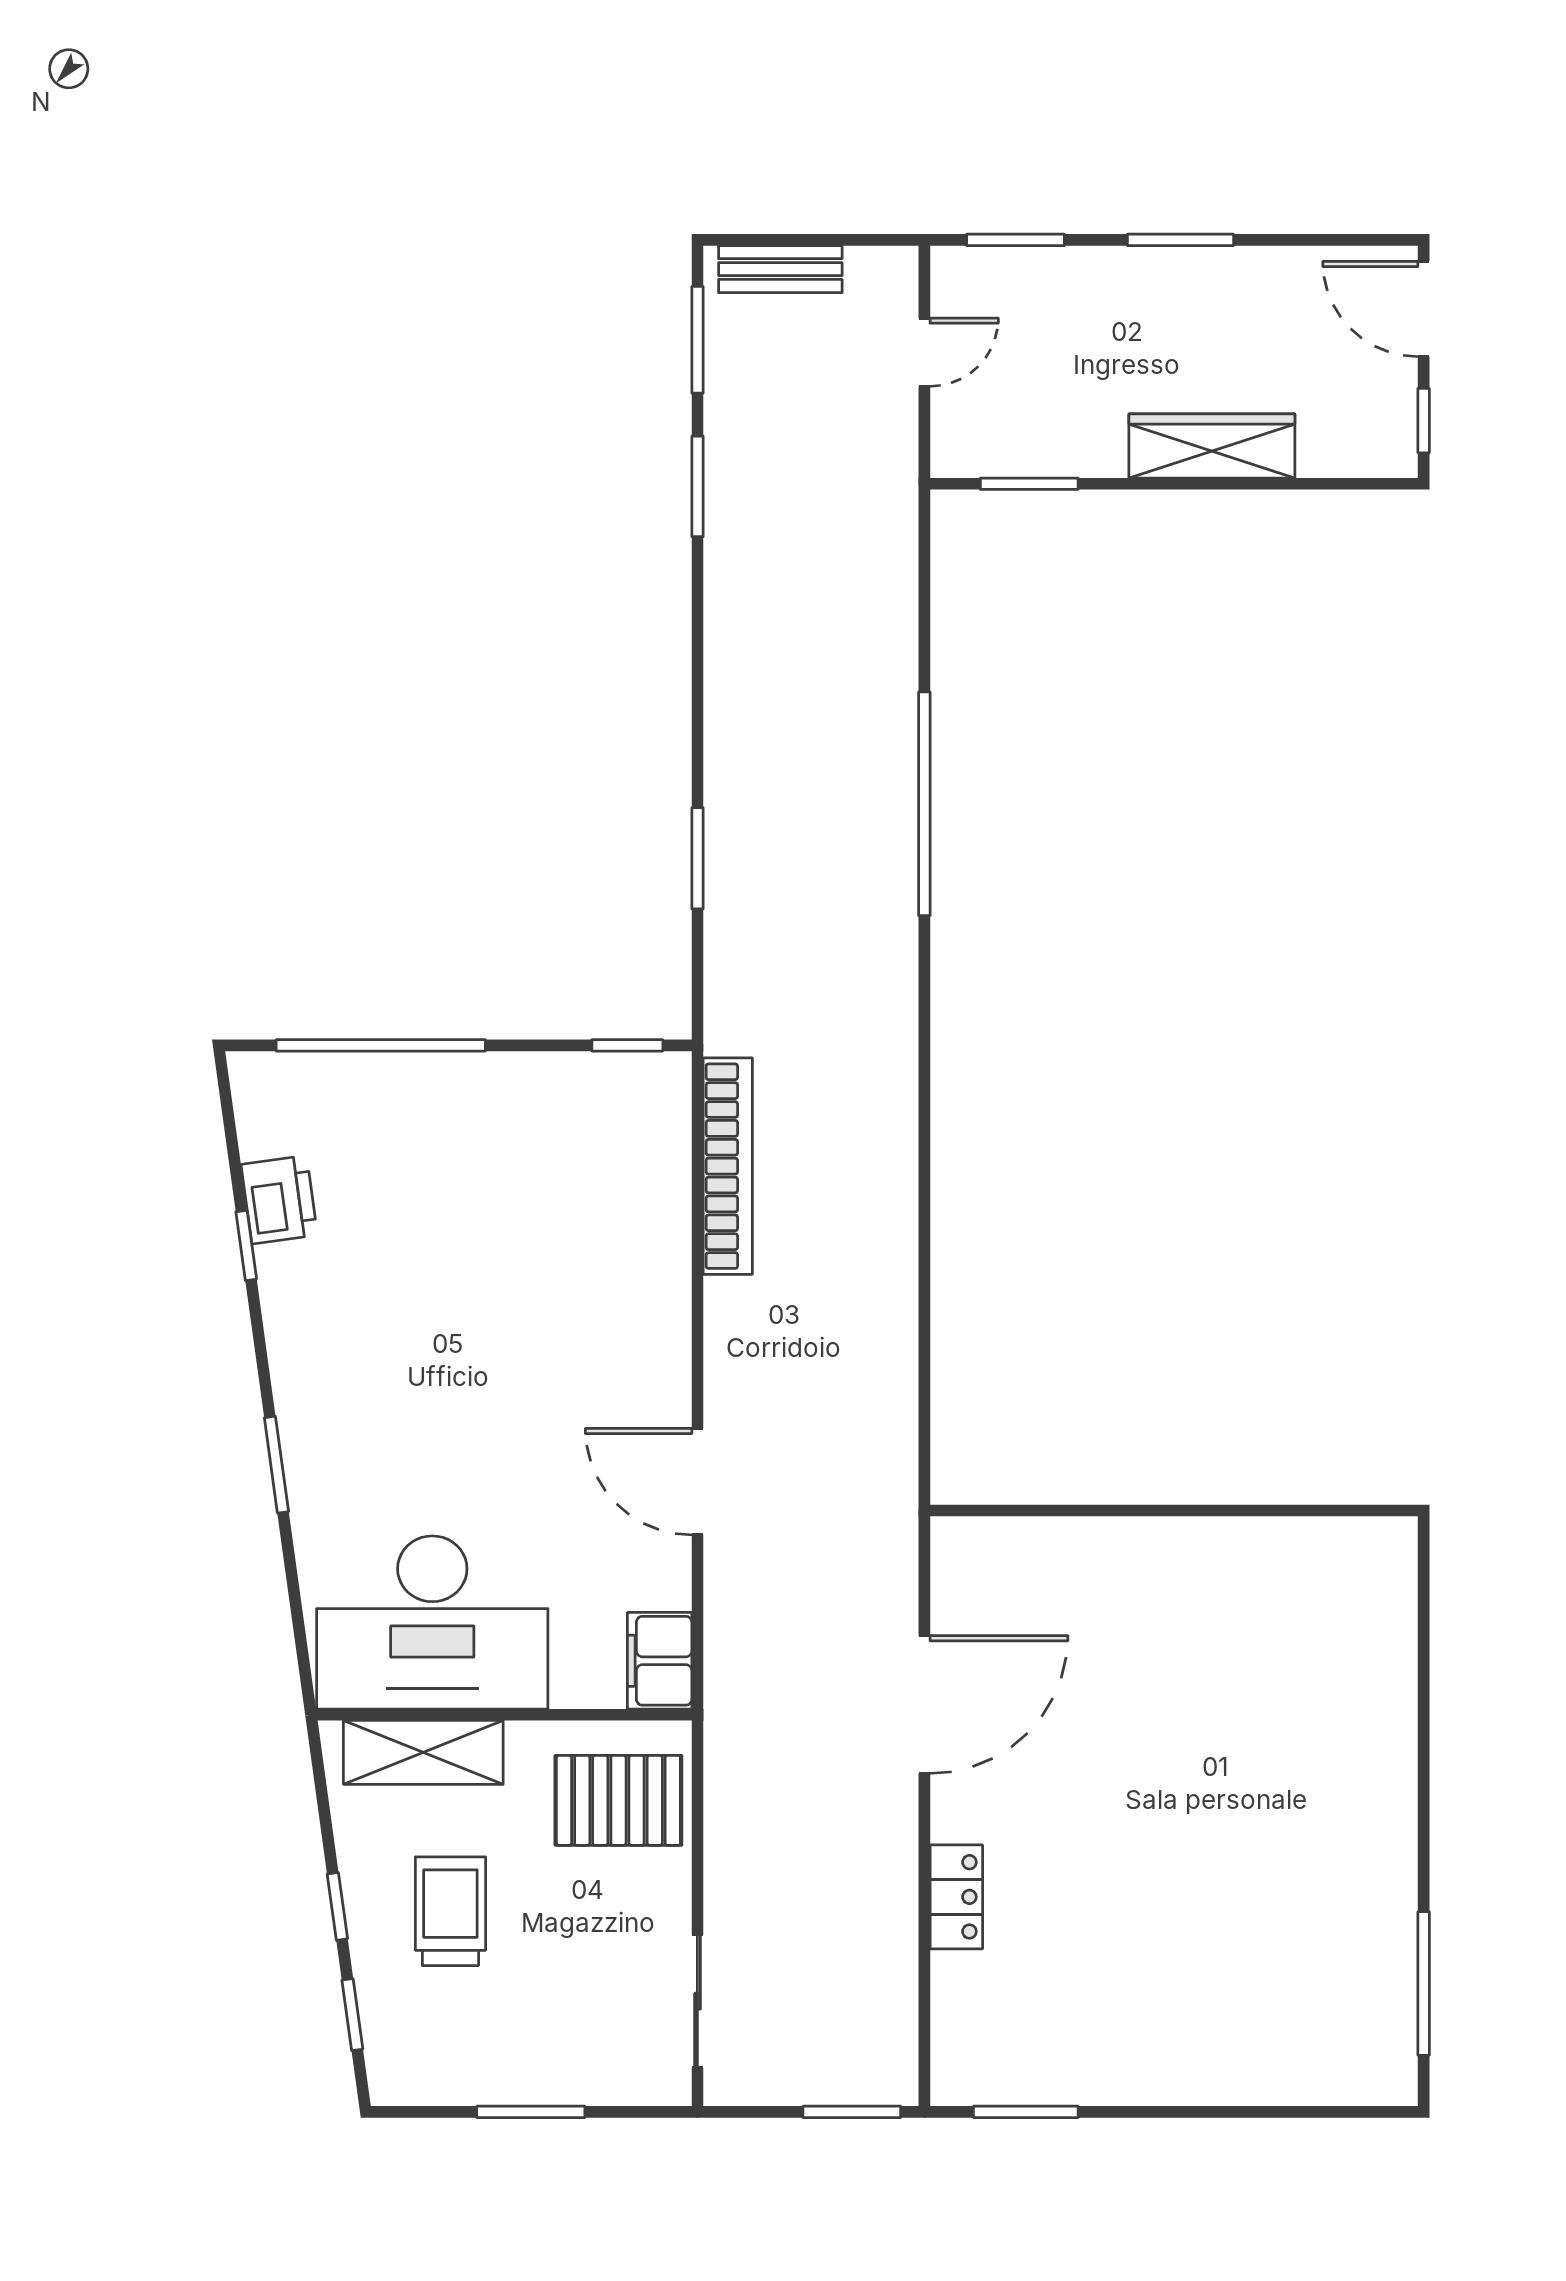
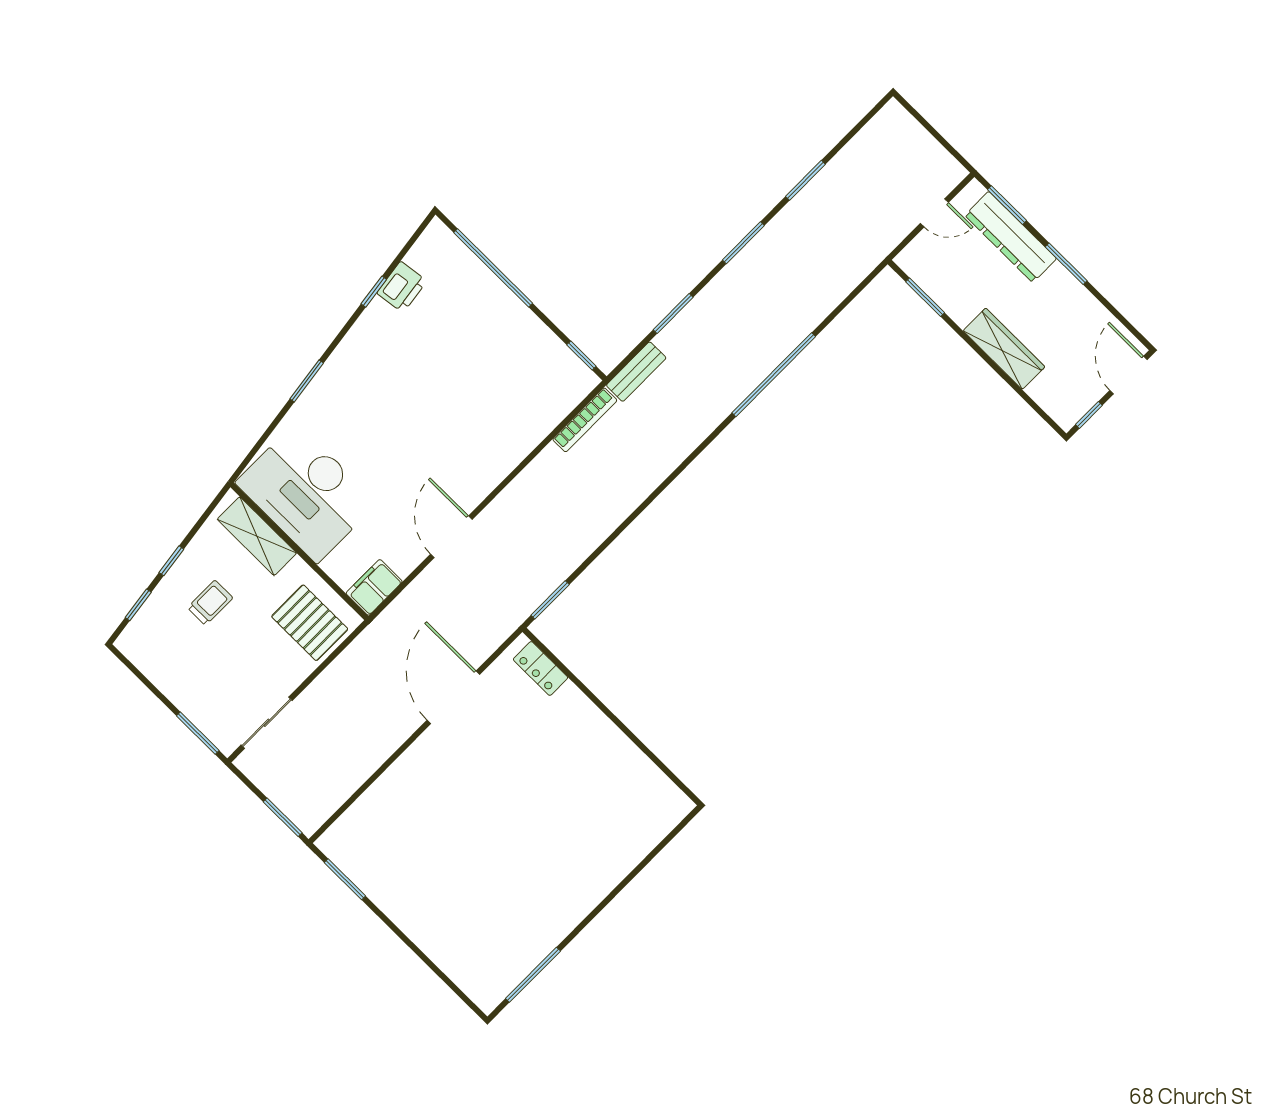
bench: (780, 269) -> (636, 372), moved, turned 90
dresser: (1065, 280) -> (1011, 237), added
window: (697, 340) -> (743, 243), moved
bookcase: (728, 1166) -> (585, 420), width x0.68, depth x0.76
window: (924, 1433) -> (550, 600), added
door: (924, 1705) -> (453, 697), swing flipped
locker: (956, 1897) -> (541, 668), moved, turned 90
trolley: (450, 1911) -> (210, 603), width x0.73, depth x0.72
window: (531, 2112) -> (198, 733), moved

